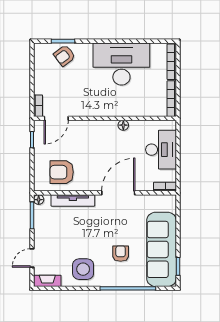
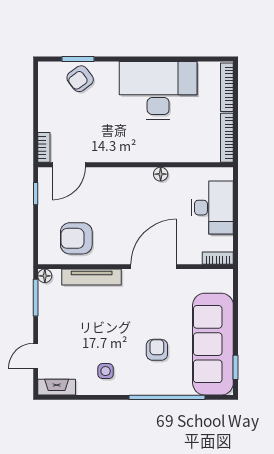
side table: (83, 269) -> (106, 371), width x0.54, depth x0.54

